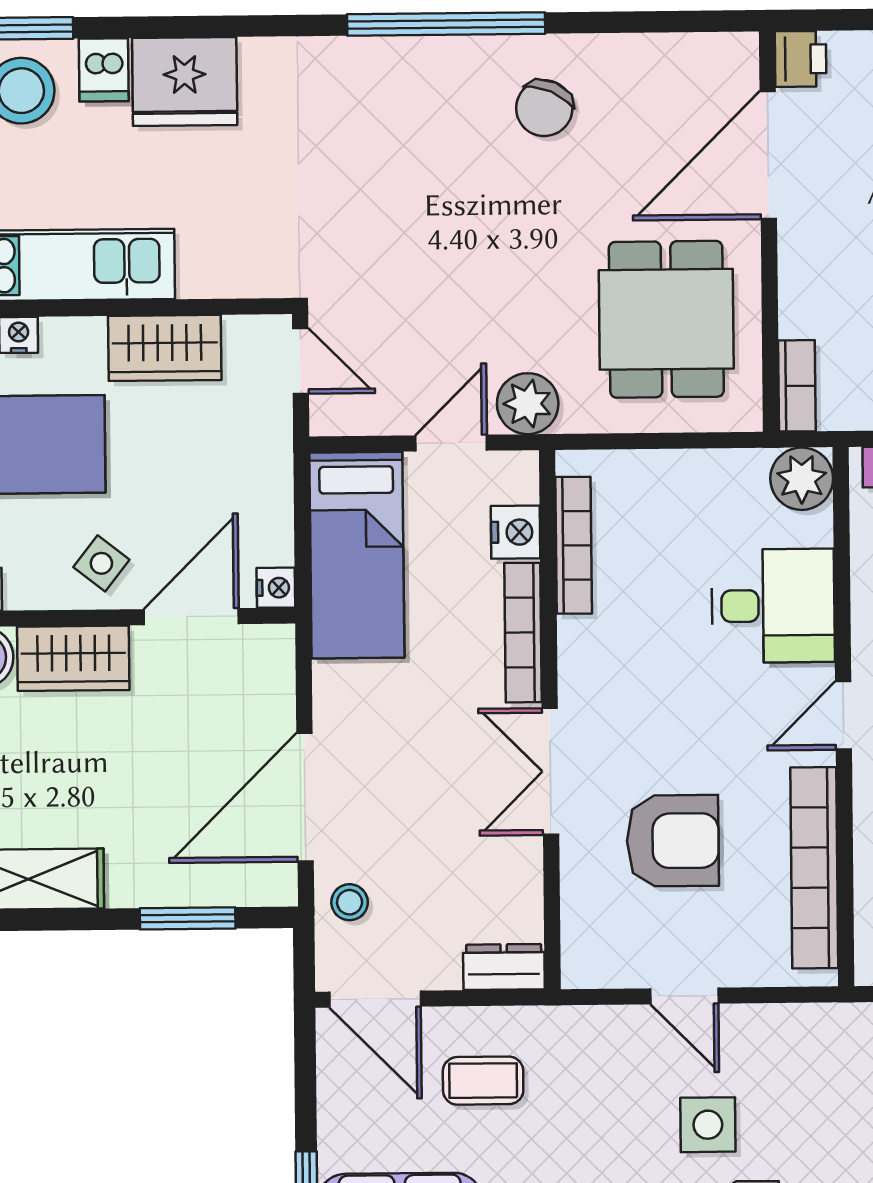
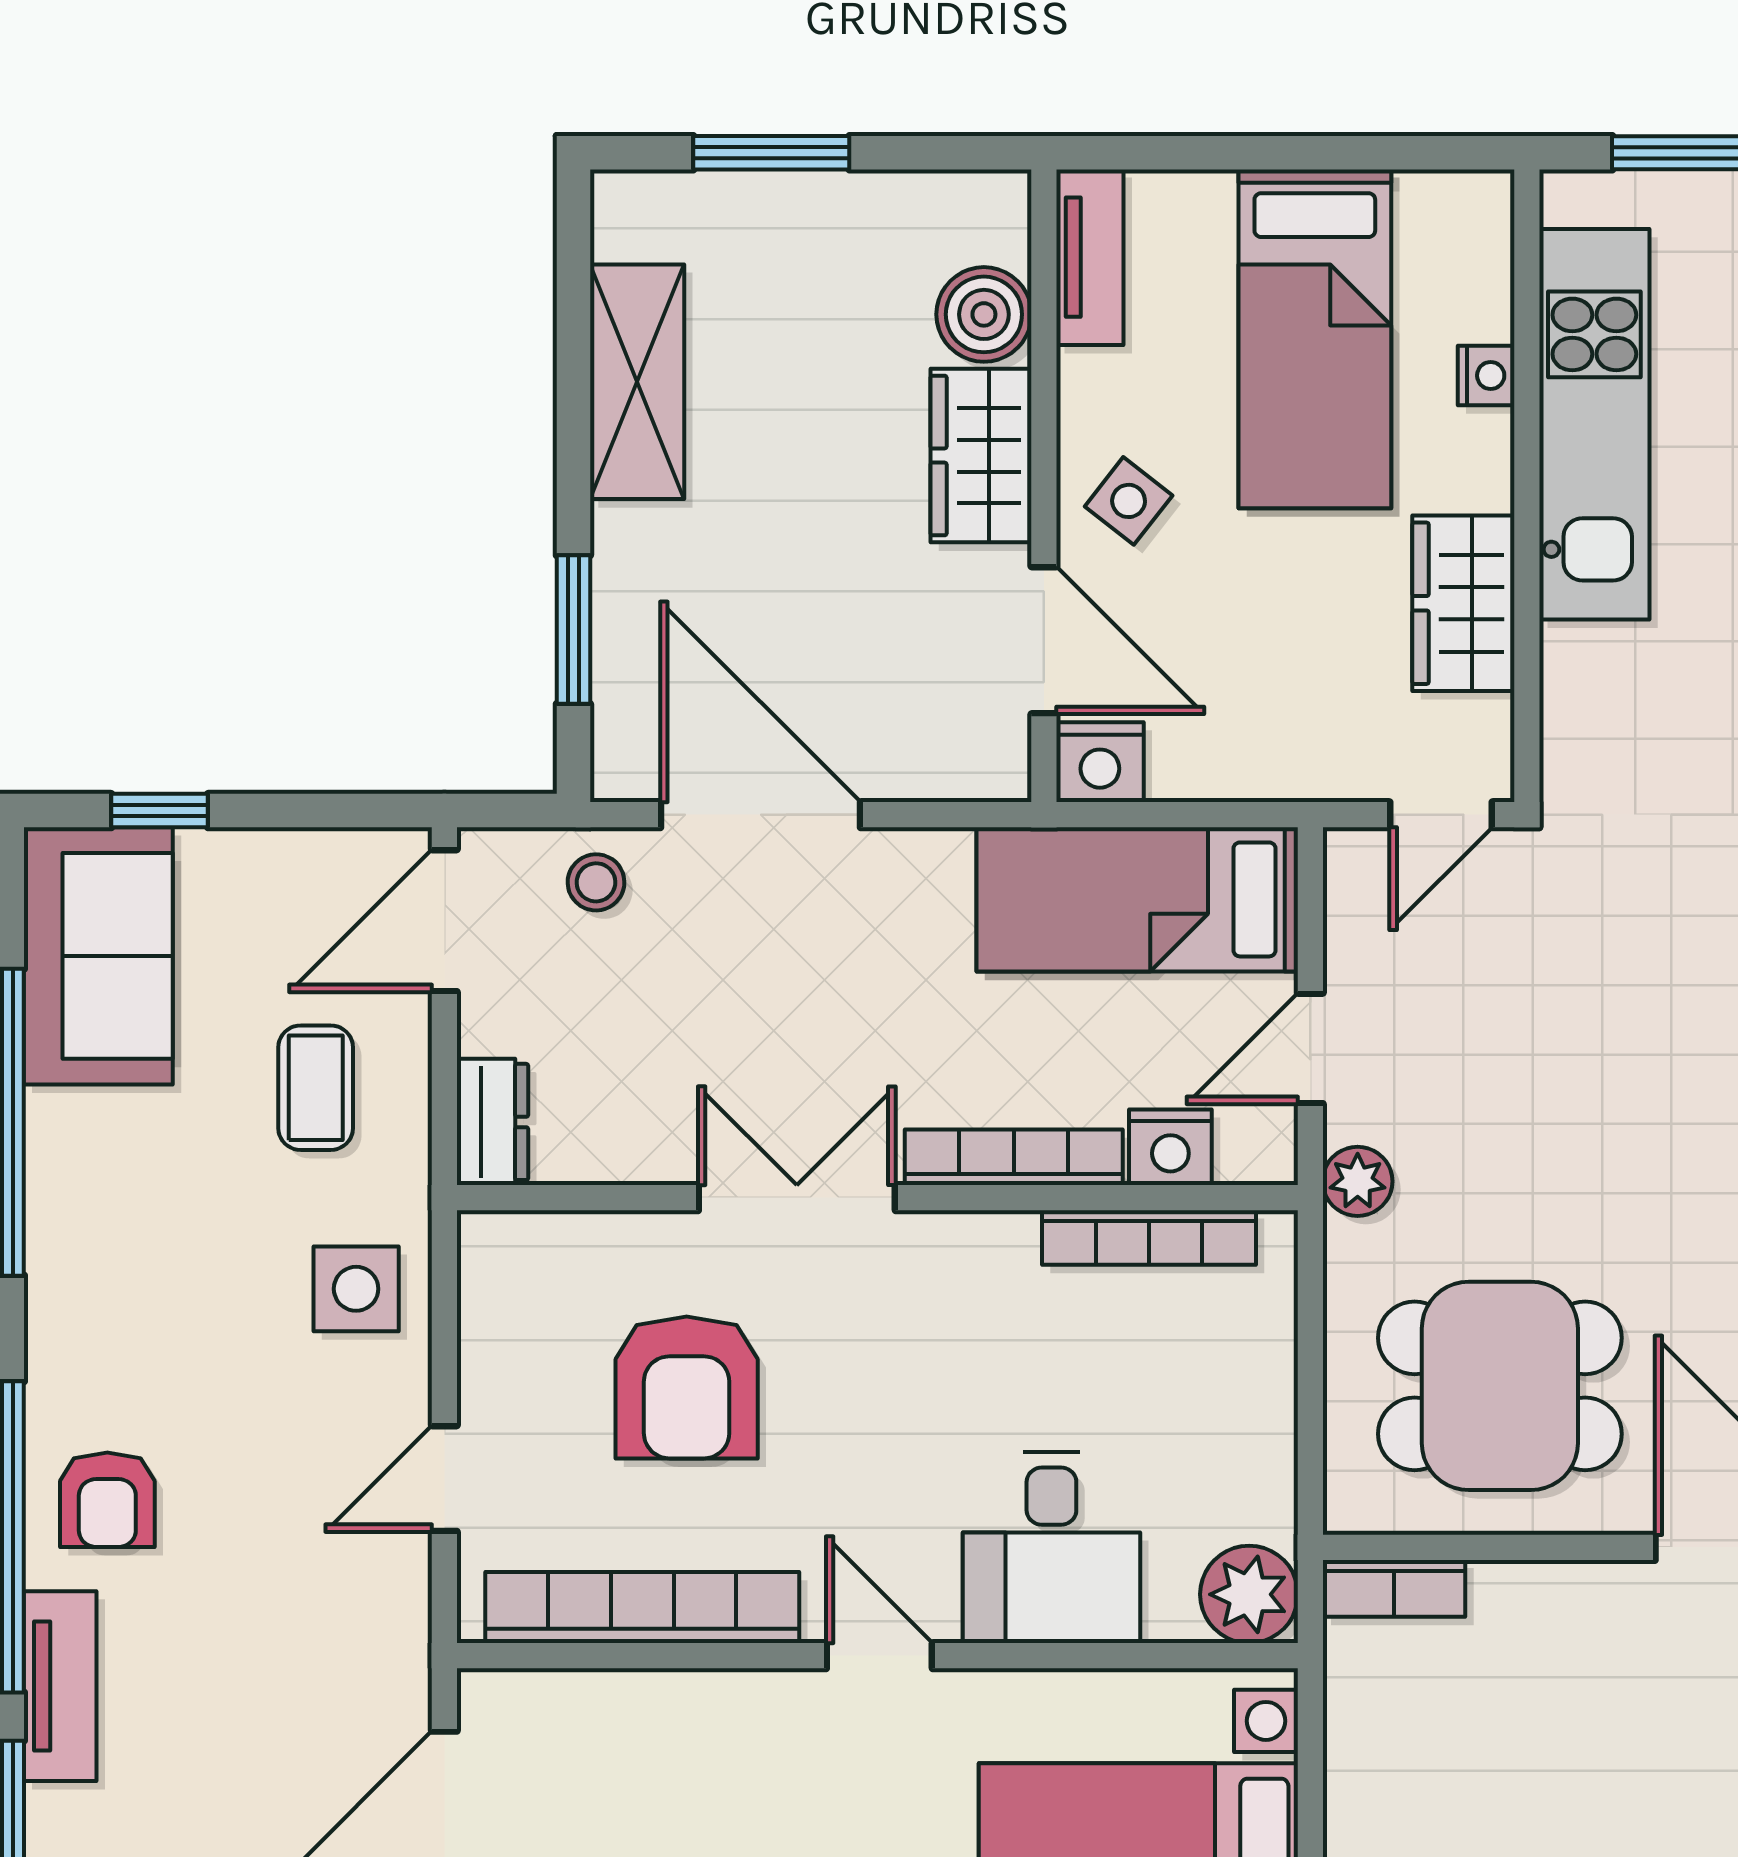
plant: (528, 404) -> (1358, 1181), width x0.73, depth x0.73
door: (451, 443) -> (1310, 1048), swing flipped
nightstand: (276, 588) -> (1100, 762), width x1.39, depth x1.35
door: (684, 996) -> (444, 1479), moved
side table: (708, 1125) -> (356, 1289), moved

